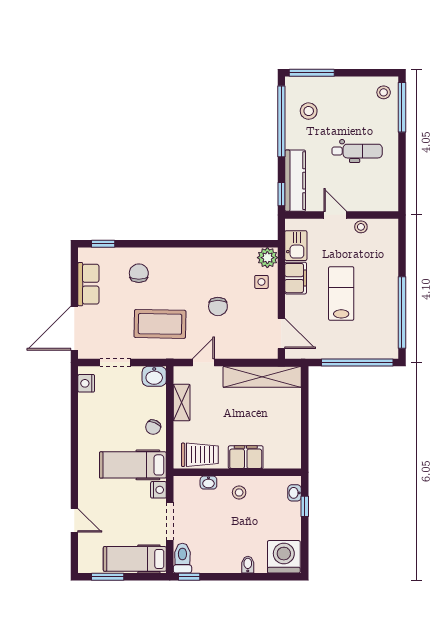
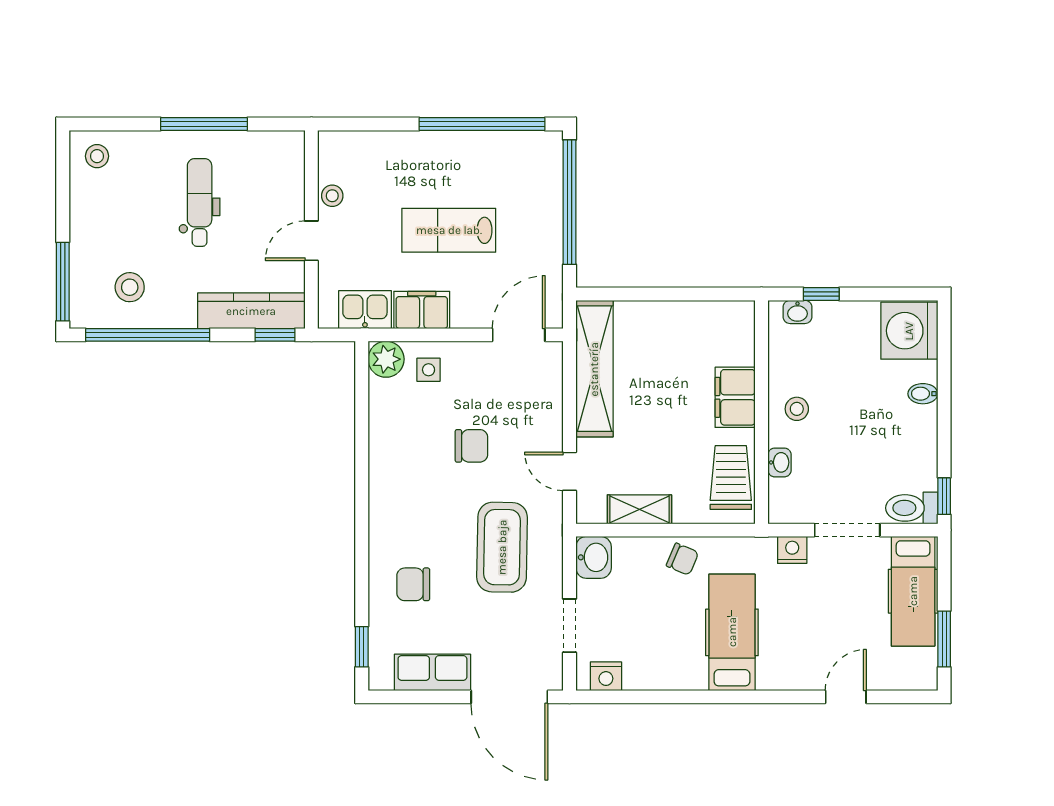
window: (402, 107) -> (204, 124), moved
hospital bed: (133, 465) -> (732, 632), moved, turned 180

